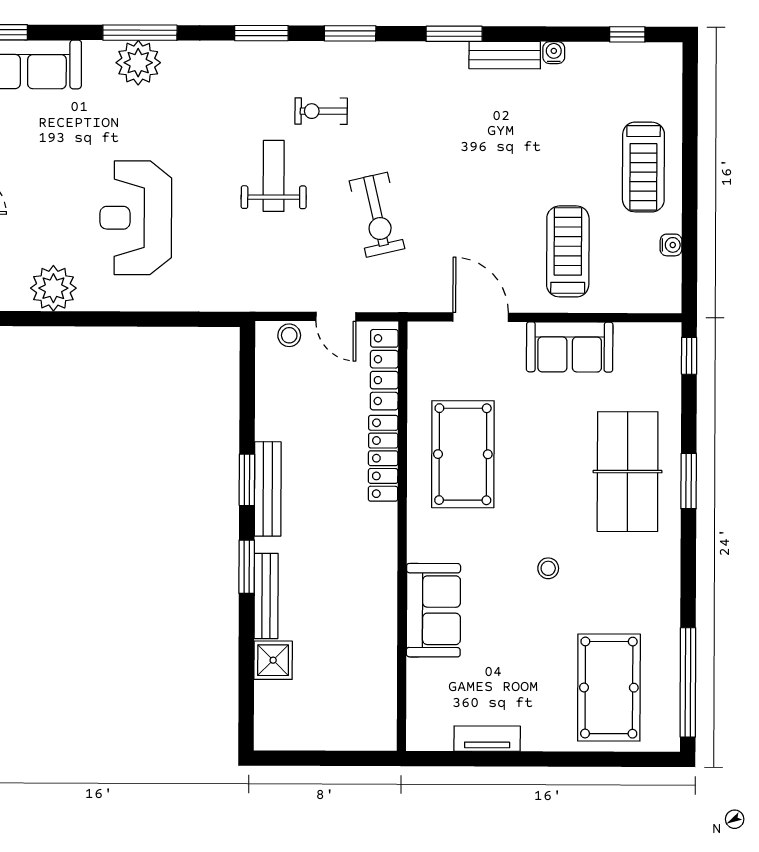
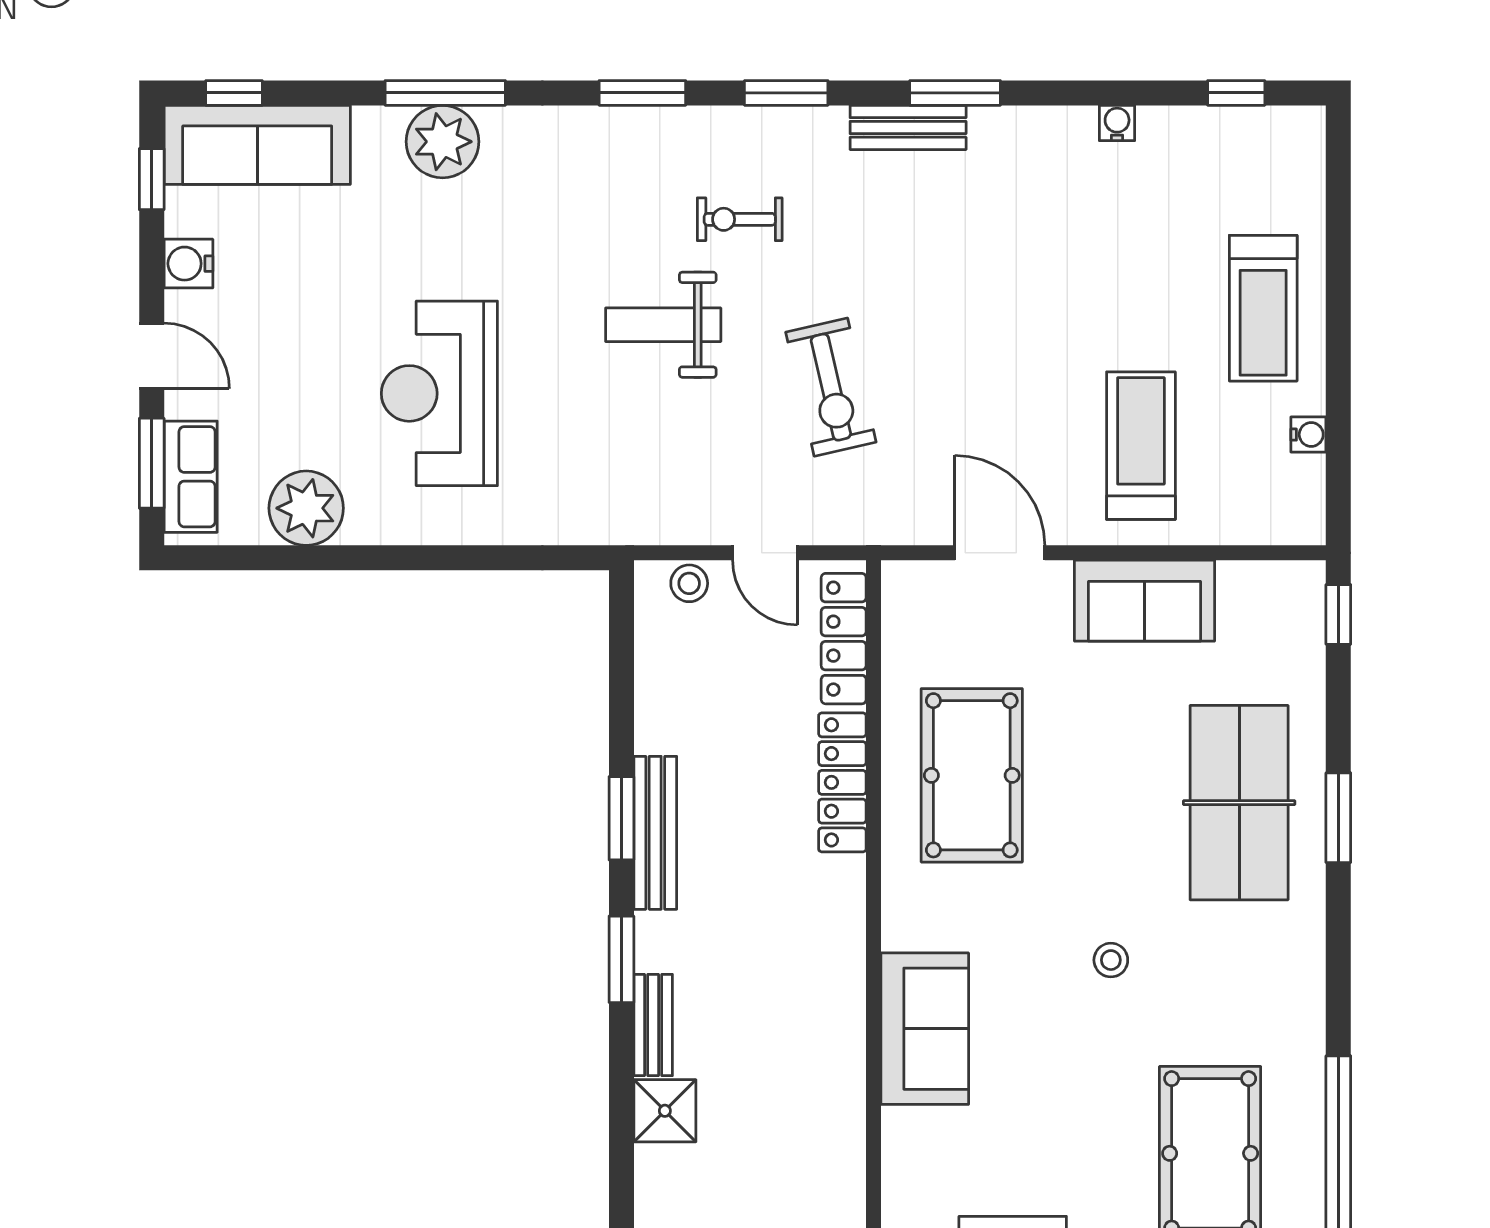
bench: (505, 55) -> (908, 127), moved
weight bench: (274, 176) -> (663, 325), turned -90
bench: (266, 596) -> (653, 1025), width x0.73

